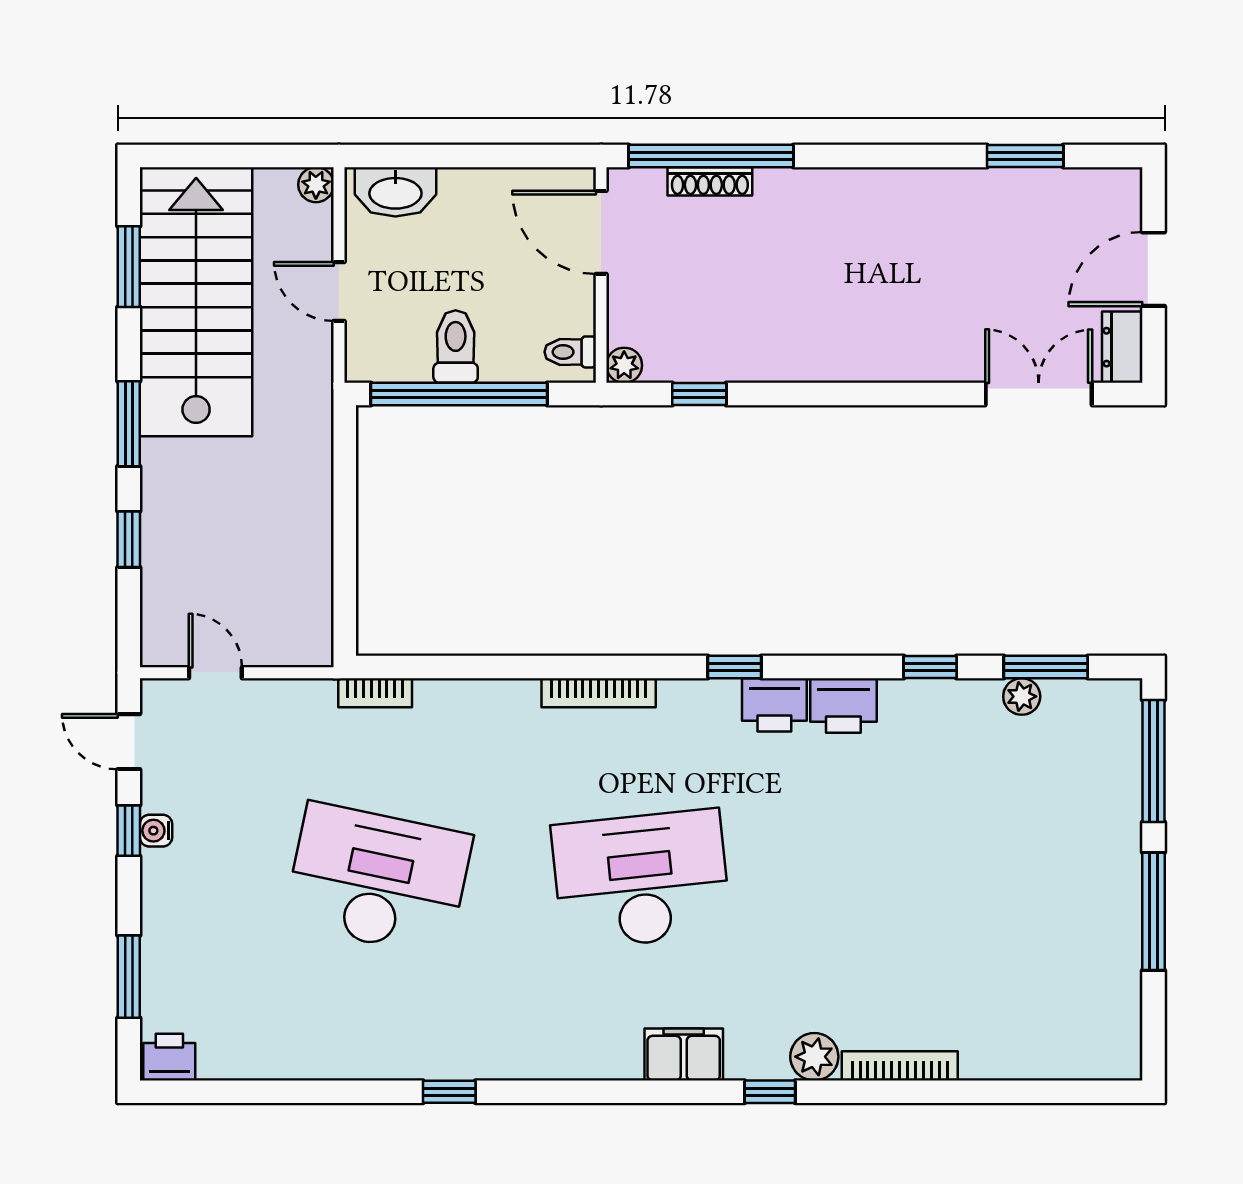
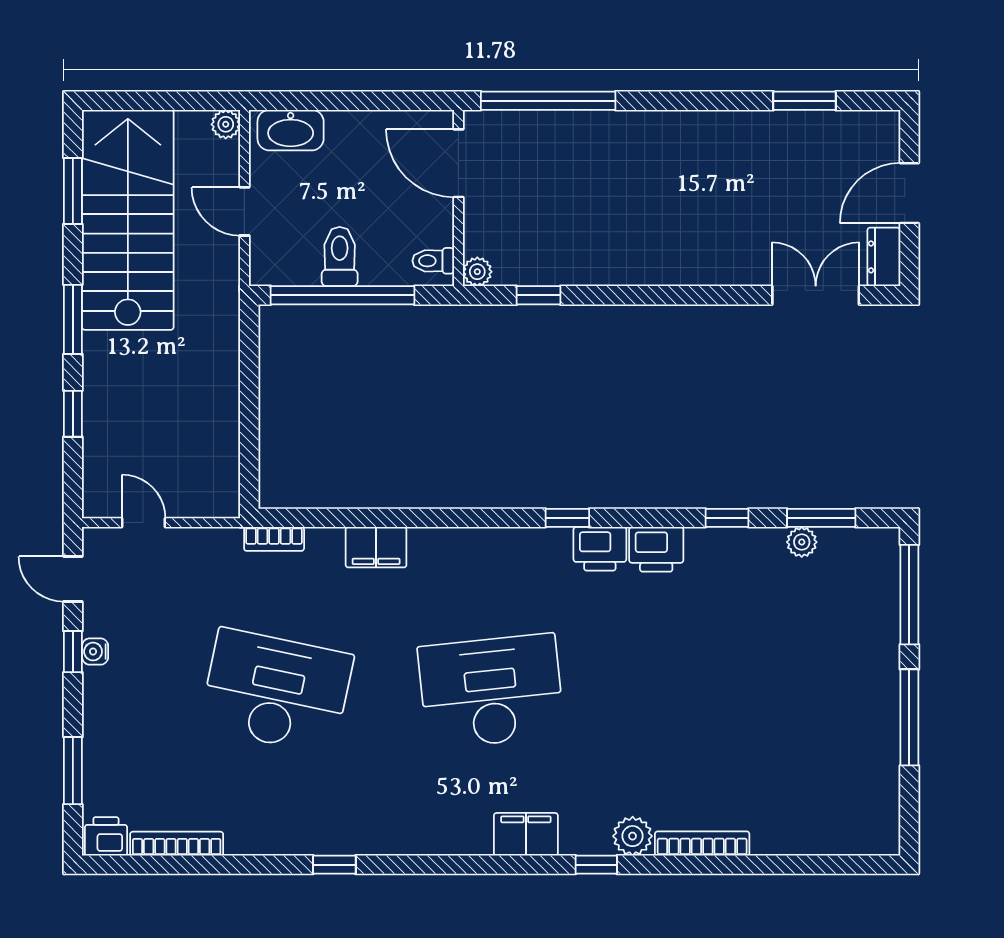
shoe rack: (710, 181) -> (547, 122), removed
bookcase: (599, 693) -> (177, 844), moved, turned 180
filing cabinet: (500, 703) -> (376, 547), added

